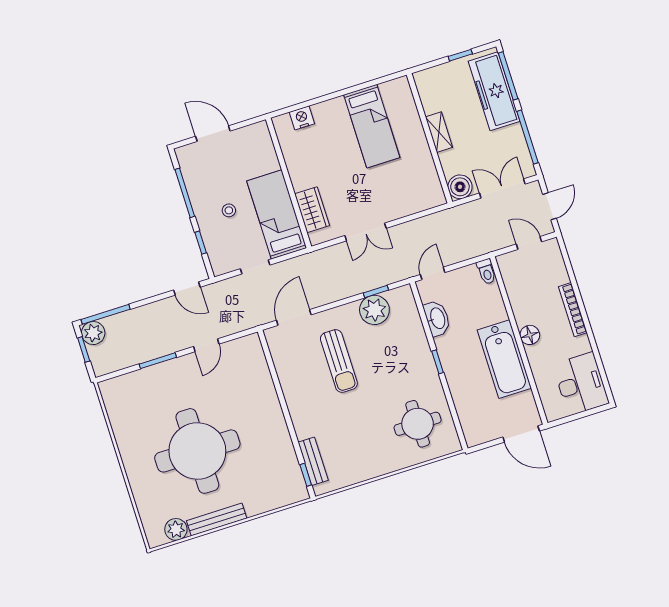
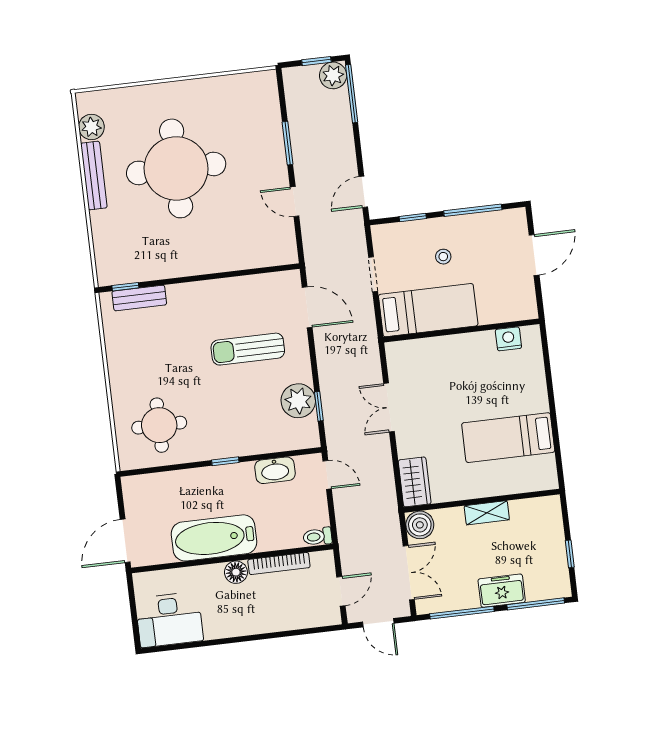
freezer: (494, 91) -> (502, 591), width x0.52, depth x0.79
nightstand: (302, 118) -> (508, 339), moved, turned -90
wardrobe: (312, 210) -> (415, 482), moved, turned -90
bookcase: (573, 310) -> (279, 564), moved, turned 180

